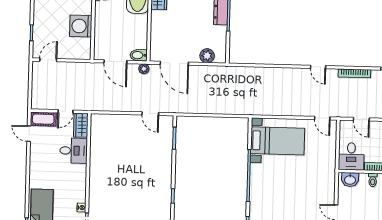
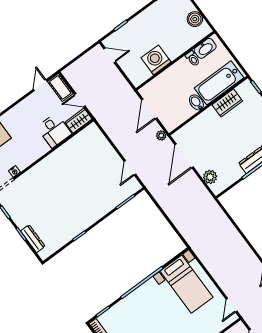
bidet: (139, 55) -> (196, 102), moved

